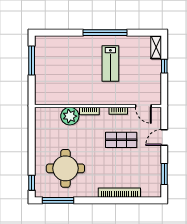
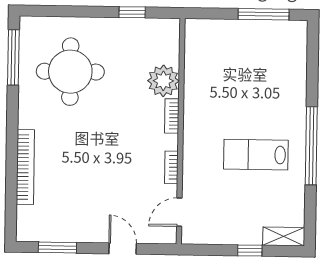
shop shelf: (121, 140) -> (120, 172), removed
window: (32, 183) -> (132, 12), moved

